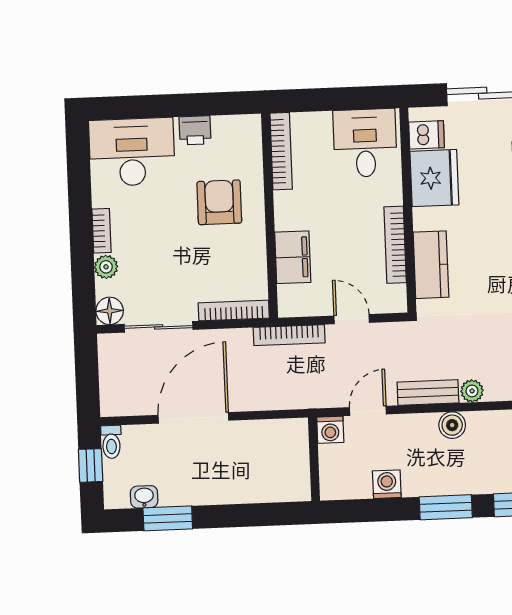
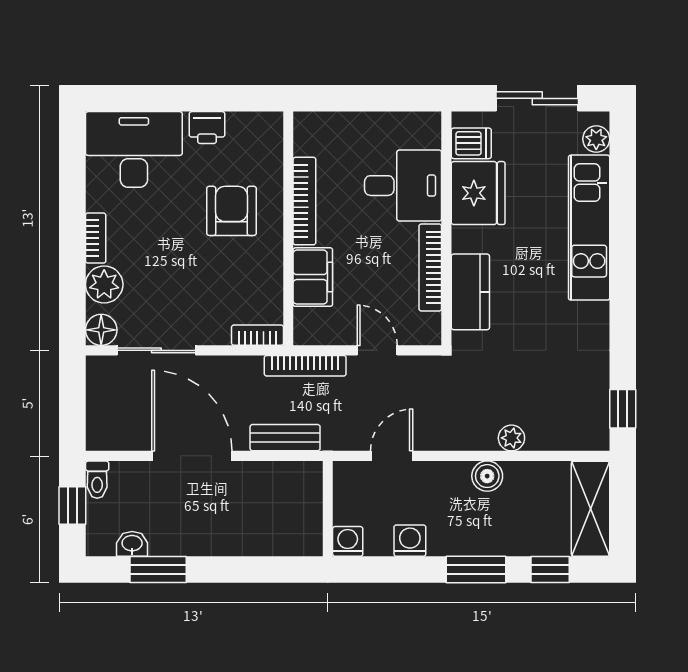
desk: (365, 143) -> (403, 186), moved, turned 90
bookcase: (281, 151) -> (304, 201), moved
plant: (106, 267) -> (104, 284), width x1.38, depth x1.38
bookcase: (234, 310) -> (257, 335), width x0.64
bench: (428, 392) -> (285, 438), moved
door: (193, 418) -> (192, 456), hinge flipped
washing machine: (330, 430) -> (348, 541), moved, turned 180

